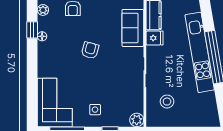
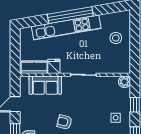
stool: (167, 102) -> (116, 38), moved

